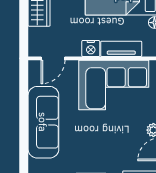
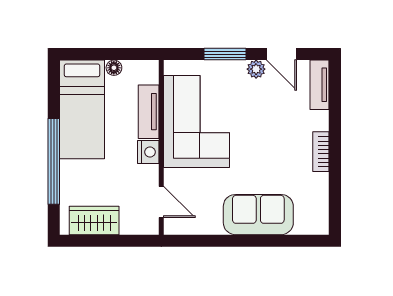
sofa: (43, 122) -> (258, 215), width x0.73

